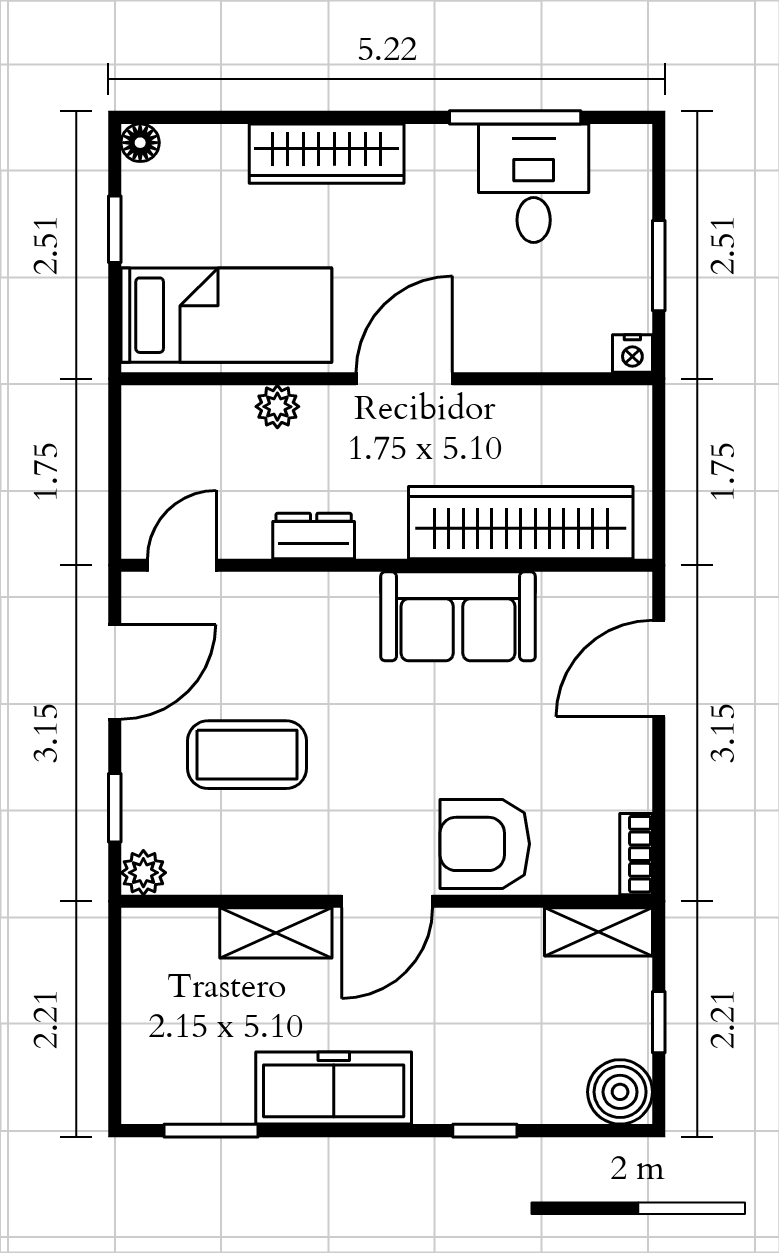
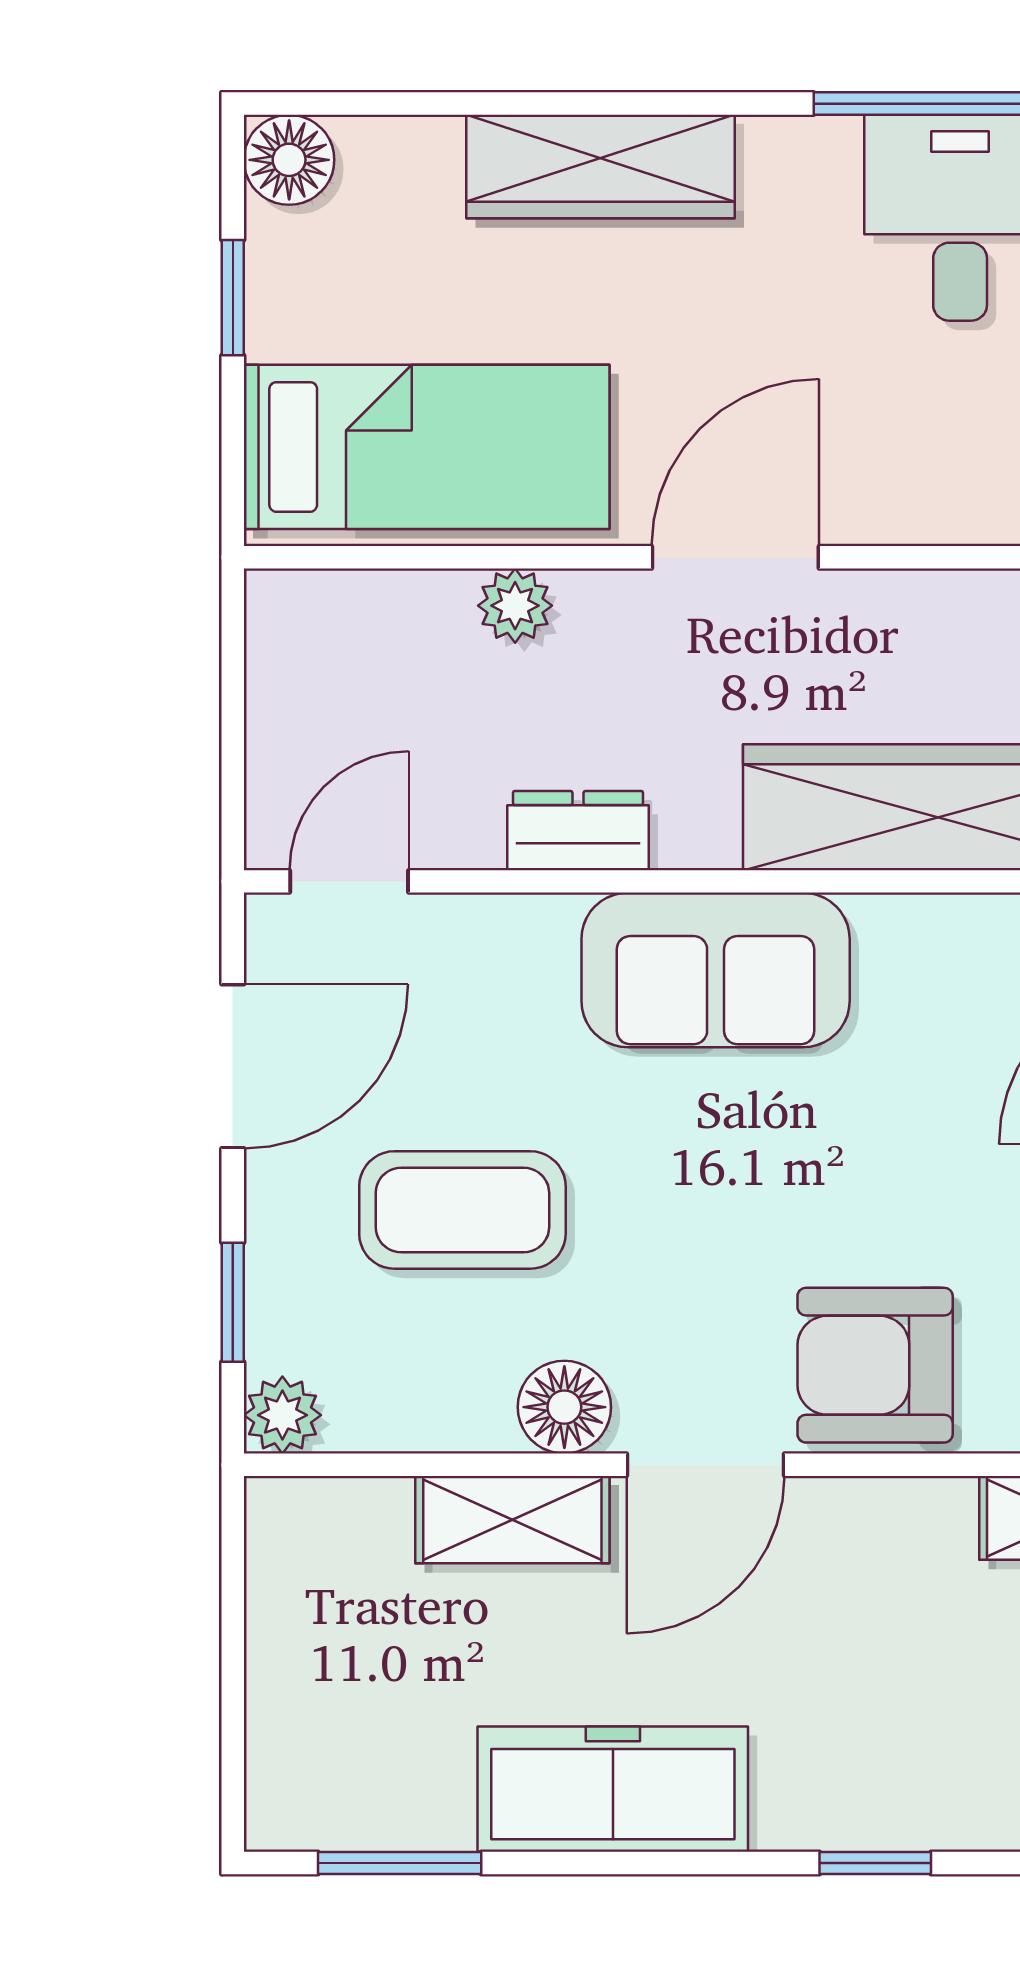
floor lamp: (140, 143) -> (289, 160), width x1.37, depth x1.37
sofa: (458, 616) -> (716, 970), moved
floor lamp: (306, 868) -> (564, 1407), added

